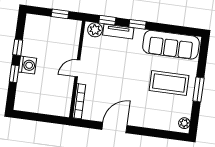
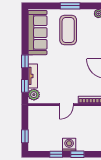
window: (60, 14) -> (25, 136), moved
door: (77, 68) -> (66, 105), hinge flipped

